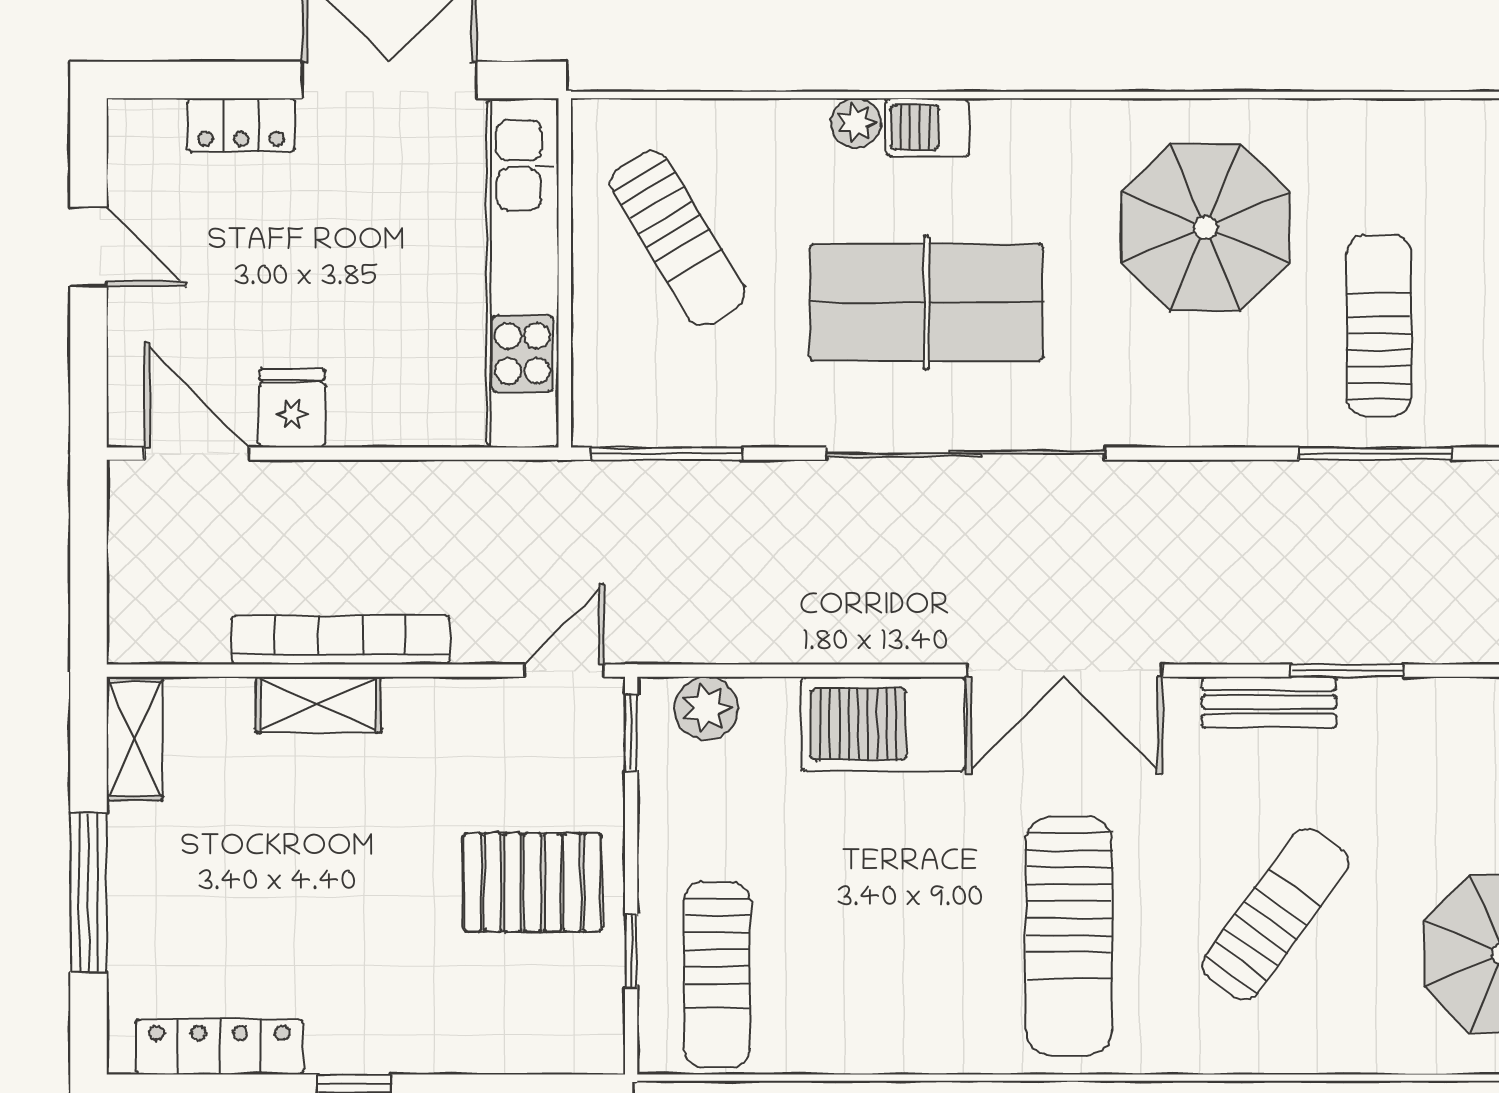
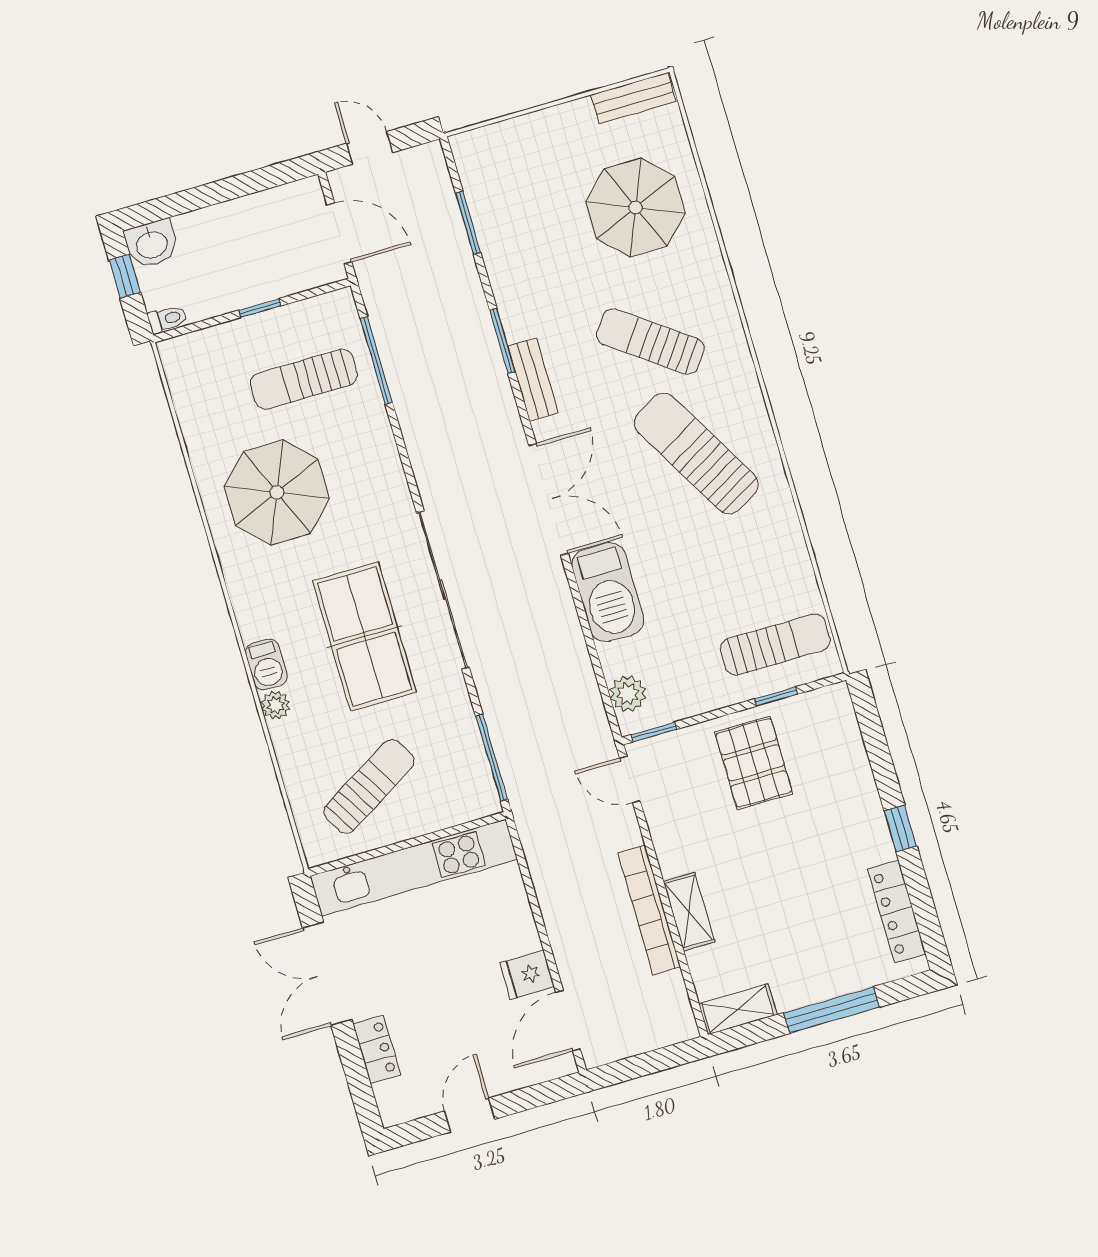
sun lounger: (1069, 936) -> (696, 454), turned -120

